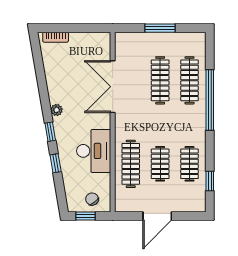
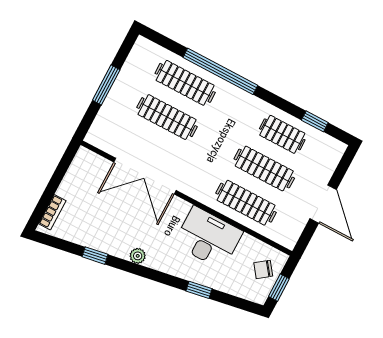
window: (50, 132) -> (95, 256), moved
clothes rail: (160, 164) -> (264, 169), width x1.36

